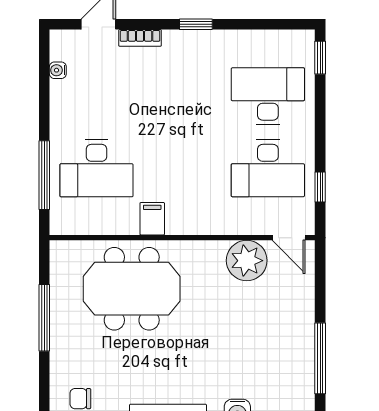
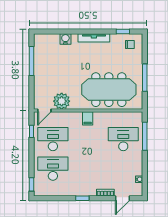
desk: (268, 96) -> (53, 169), turned 180
filing cabinet: (152, 219) -> (88, 118), moved
door: (289, 238) -> (44, 111), swing flipped
meeting table: (132, 289) -> (109, 90), width x1.36

